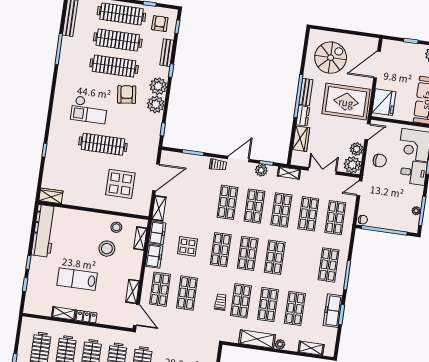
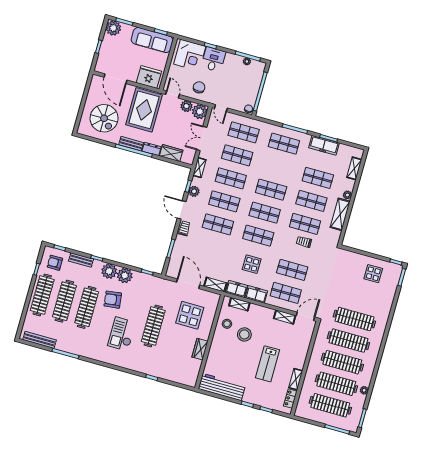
spiral stairs: (331, 58) -> (104, 118), turned 180
checkout: (89, 110) -> (122, 334), turned 180
wardrobe: (51, 196) -> (200, 349), moved
locker: (87, 317) -> (290, 399), moved

